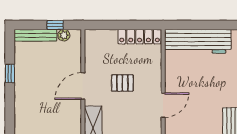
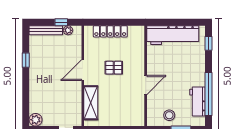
locker: (140, 37) -> (110, 31), moved

